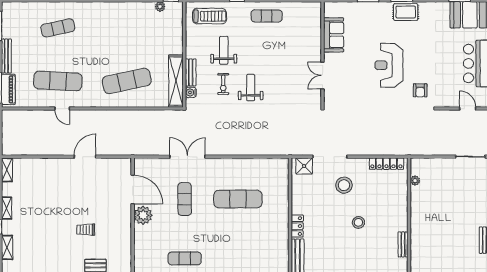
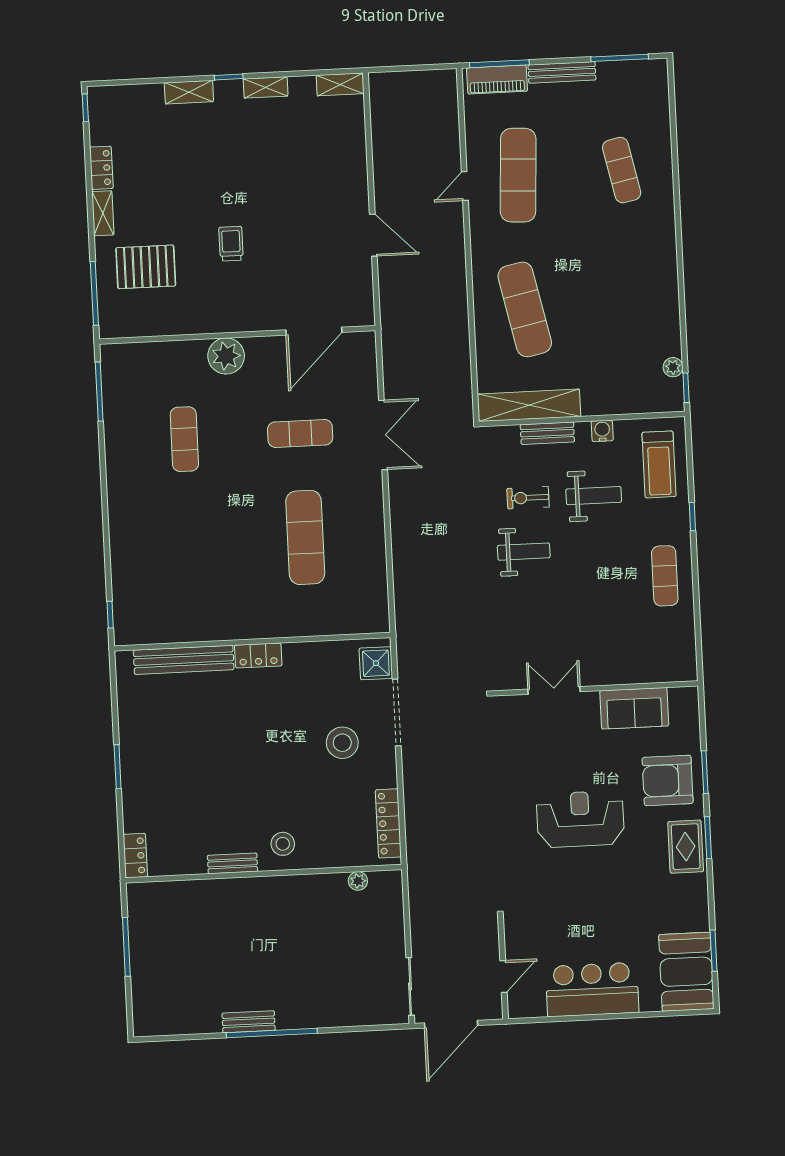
armchair: (420, 90) -> (668, 780), moved, width x1.88, depth x1.88
water cooler: (191, 92) -> (602, 431), moved
plant: (143, 215) -> (226, 356), moved
stool: (358, 222) -> (283, 844), moved

